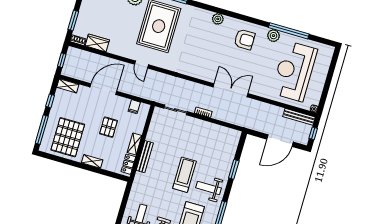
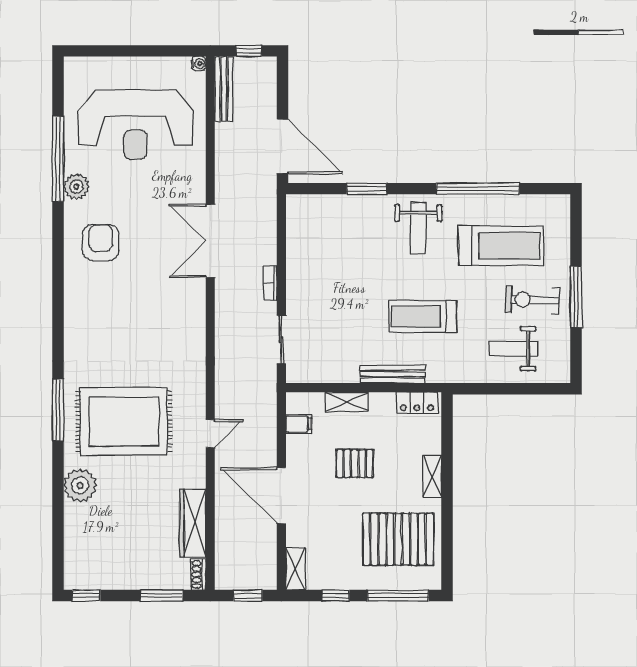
plant: (218, 19) -> (75, 307), removed
wardrobe: (97, 43) -> (193, 523), width x1.50
door: (280, 141) -> (283, 146), moved
shelving: (135, 144) -> (347, 402), moved
treadmill: (184, 175) -> (423, 317), moved

